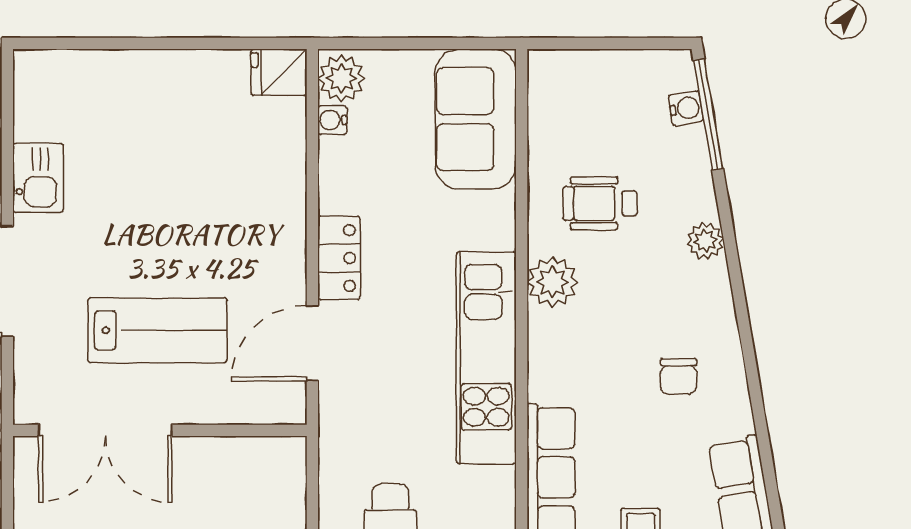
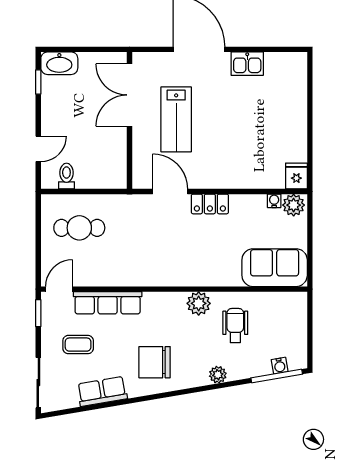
kitchen unit: (486, 358) -> (163, 273), removed
chair: (679, 377) -> (155, 362), width x1.87, depth x1.87

